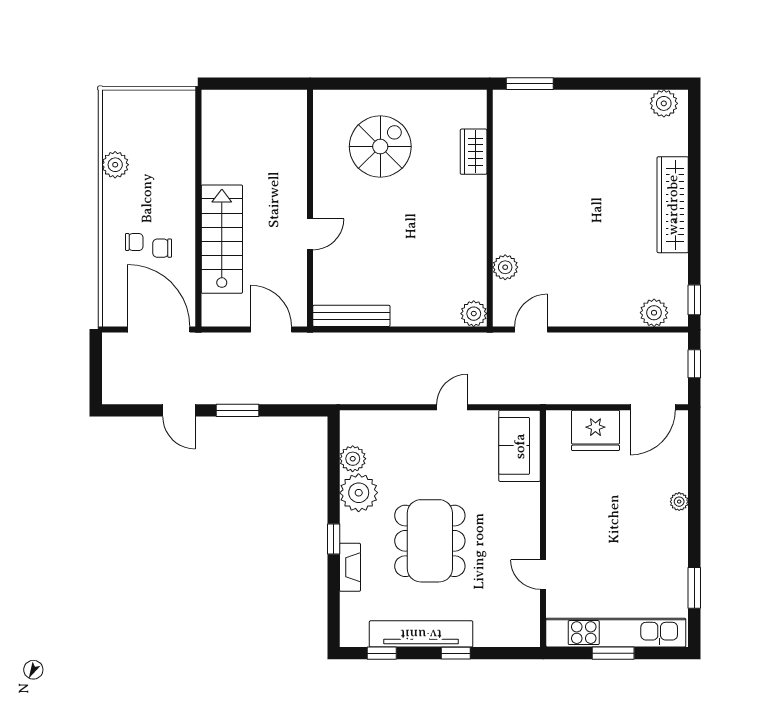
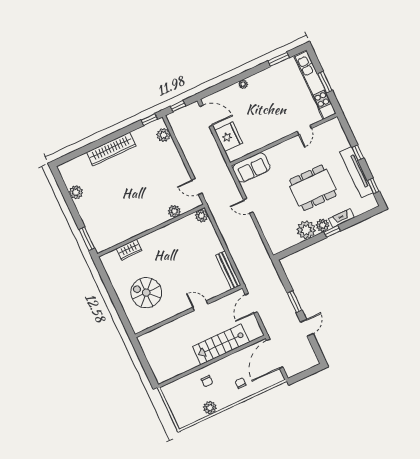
plant: (664, 103) -> (76, 192), moved
chair: (162, 248) -> (207, 381), moved
plant: (353, 459) -> (323, 225), moved

